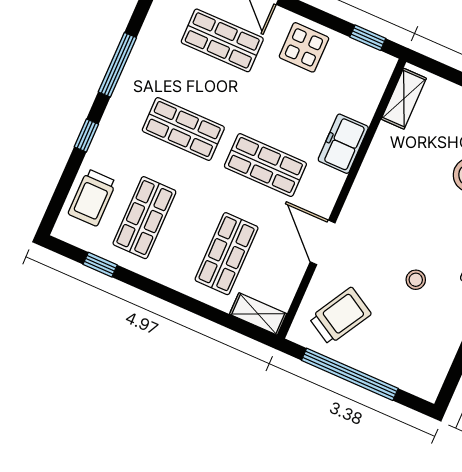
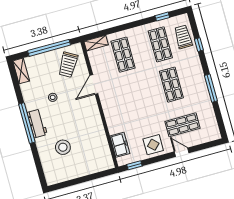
shelving: (404, 99) -> (21, 71), moved
shop shelf: (183, 129) -> (171, 85), turned 90
window: (86, 135) -> (199, 45), moved
freezer: (343, 144) -> (120, 145), moved
shop shelf: (265, 165) -> (134, 95), removed
door: (323, 242) -> (94, 85), swing flipped

